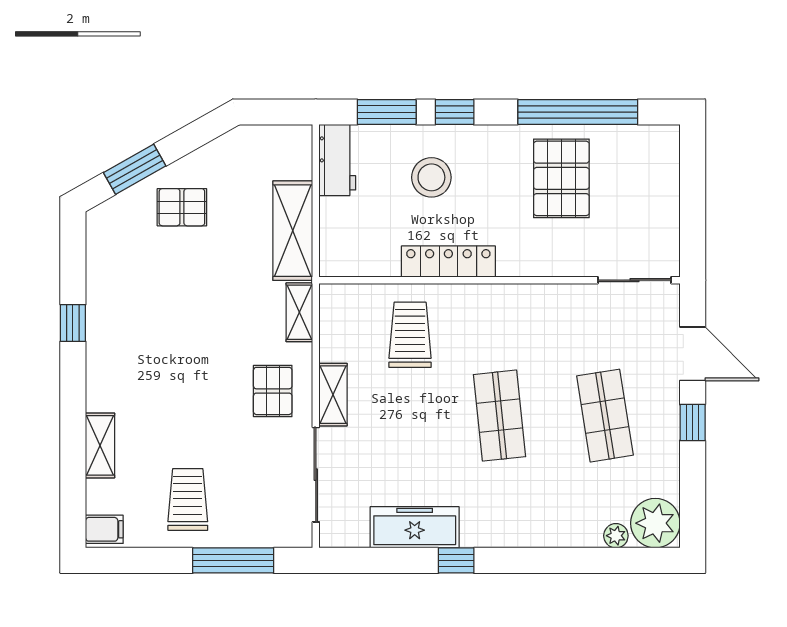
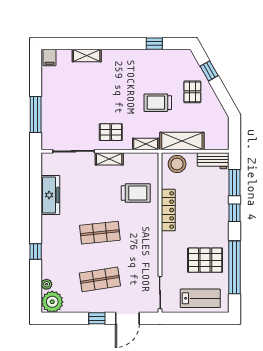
window: (135, 169) -> (209, 71), width x0.67
stool: (431, 177) -> (177, 164), moved
lab bench: (648, 189) -> (200, 298), added
window: (73, 323) -> (154, 44), moved
trolley: (188, 500) -> (158, 103), moved, turned 180
window: (456, 560) -> (36, 251), moved

